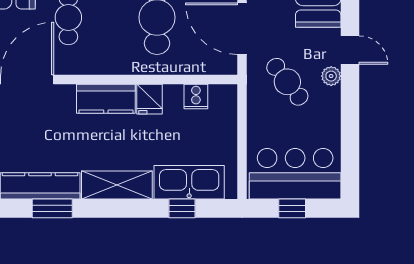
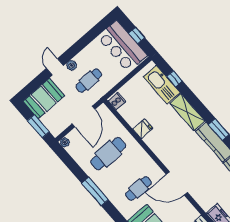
cafe table: (287, 82) -> (89, 81), turned 38
cooker: (196, 97) -> (117, 101), moved
kitchen counter: (106, 99) -> (158, 146), removed

